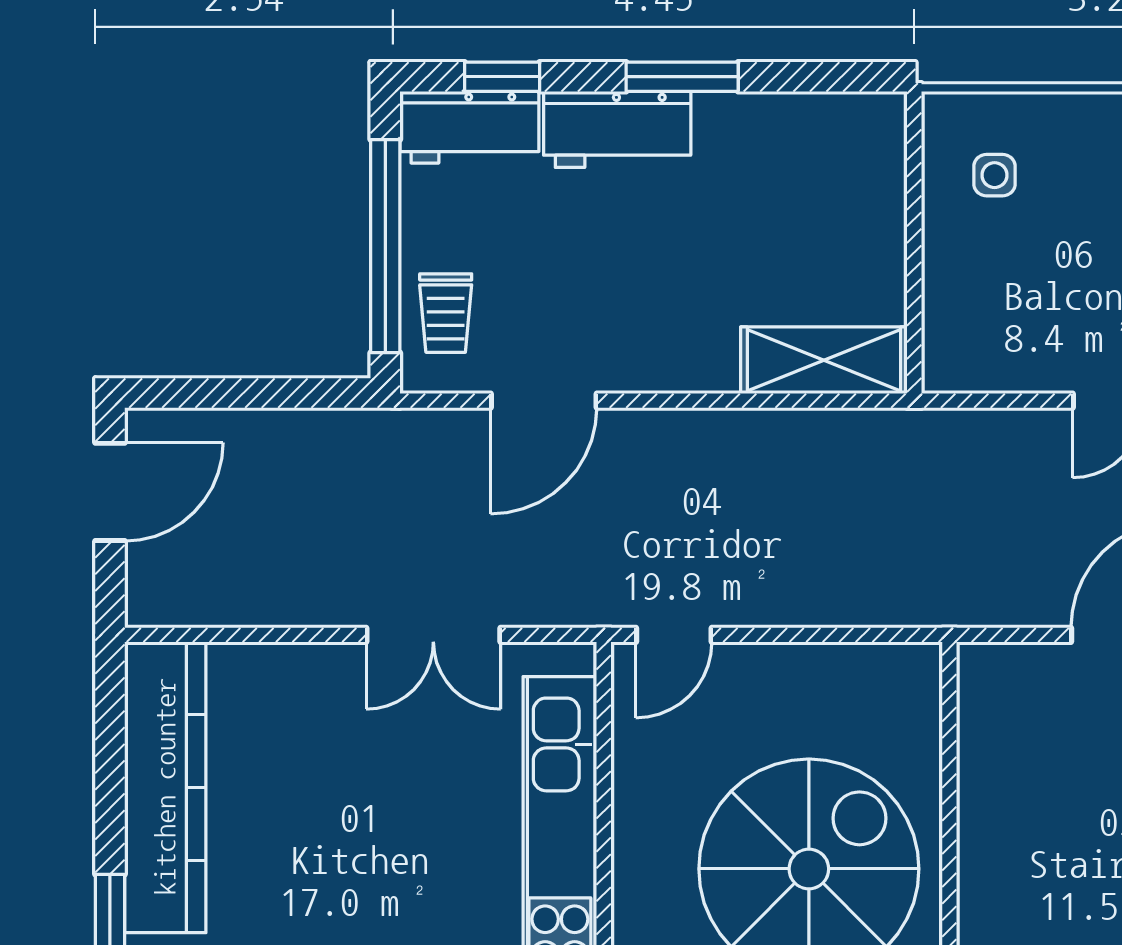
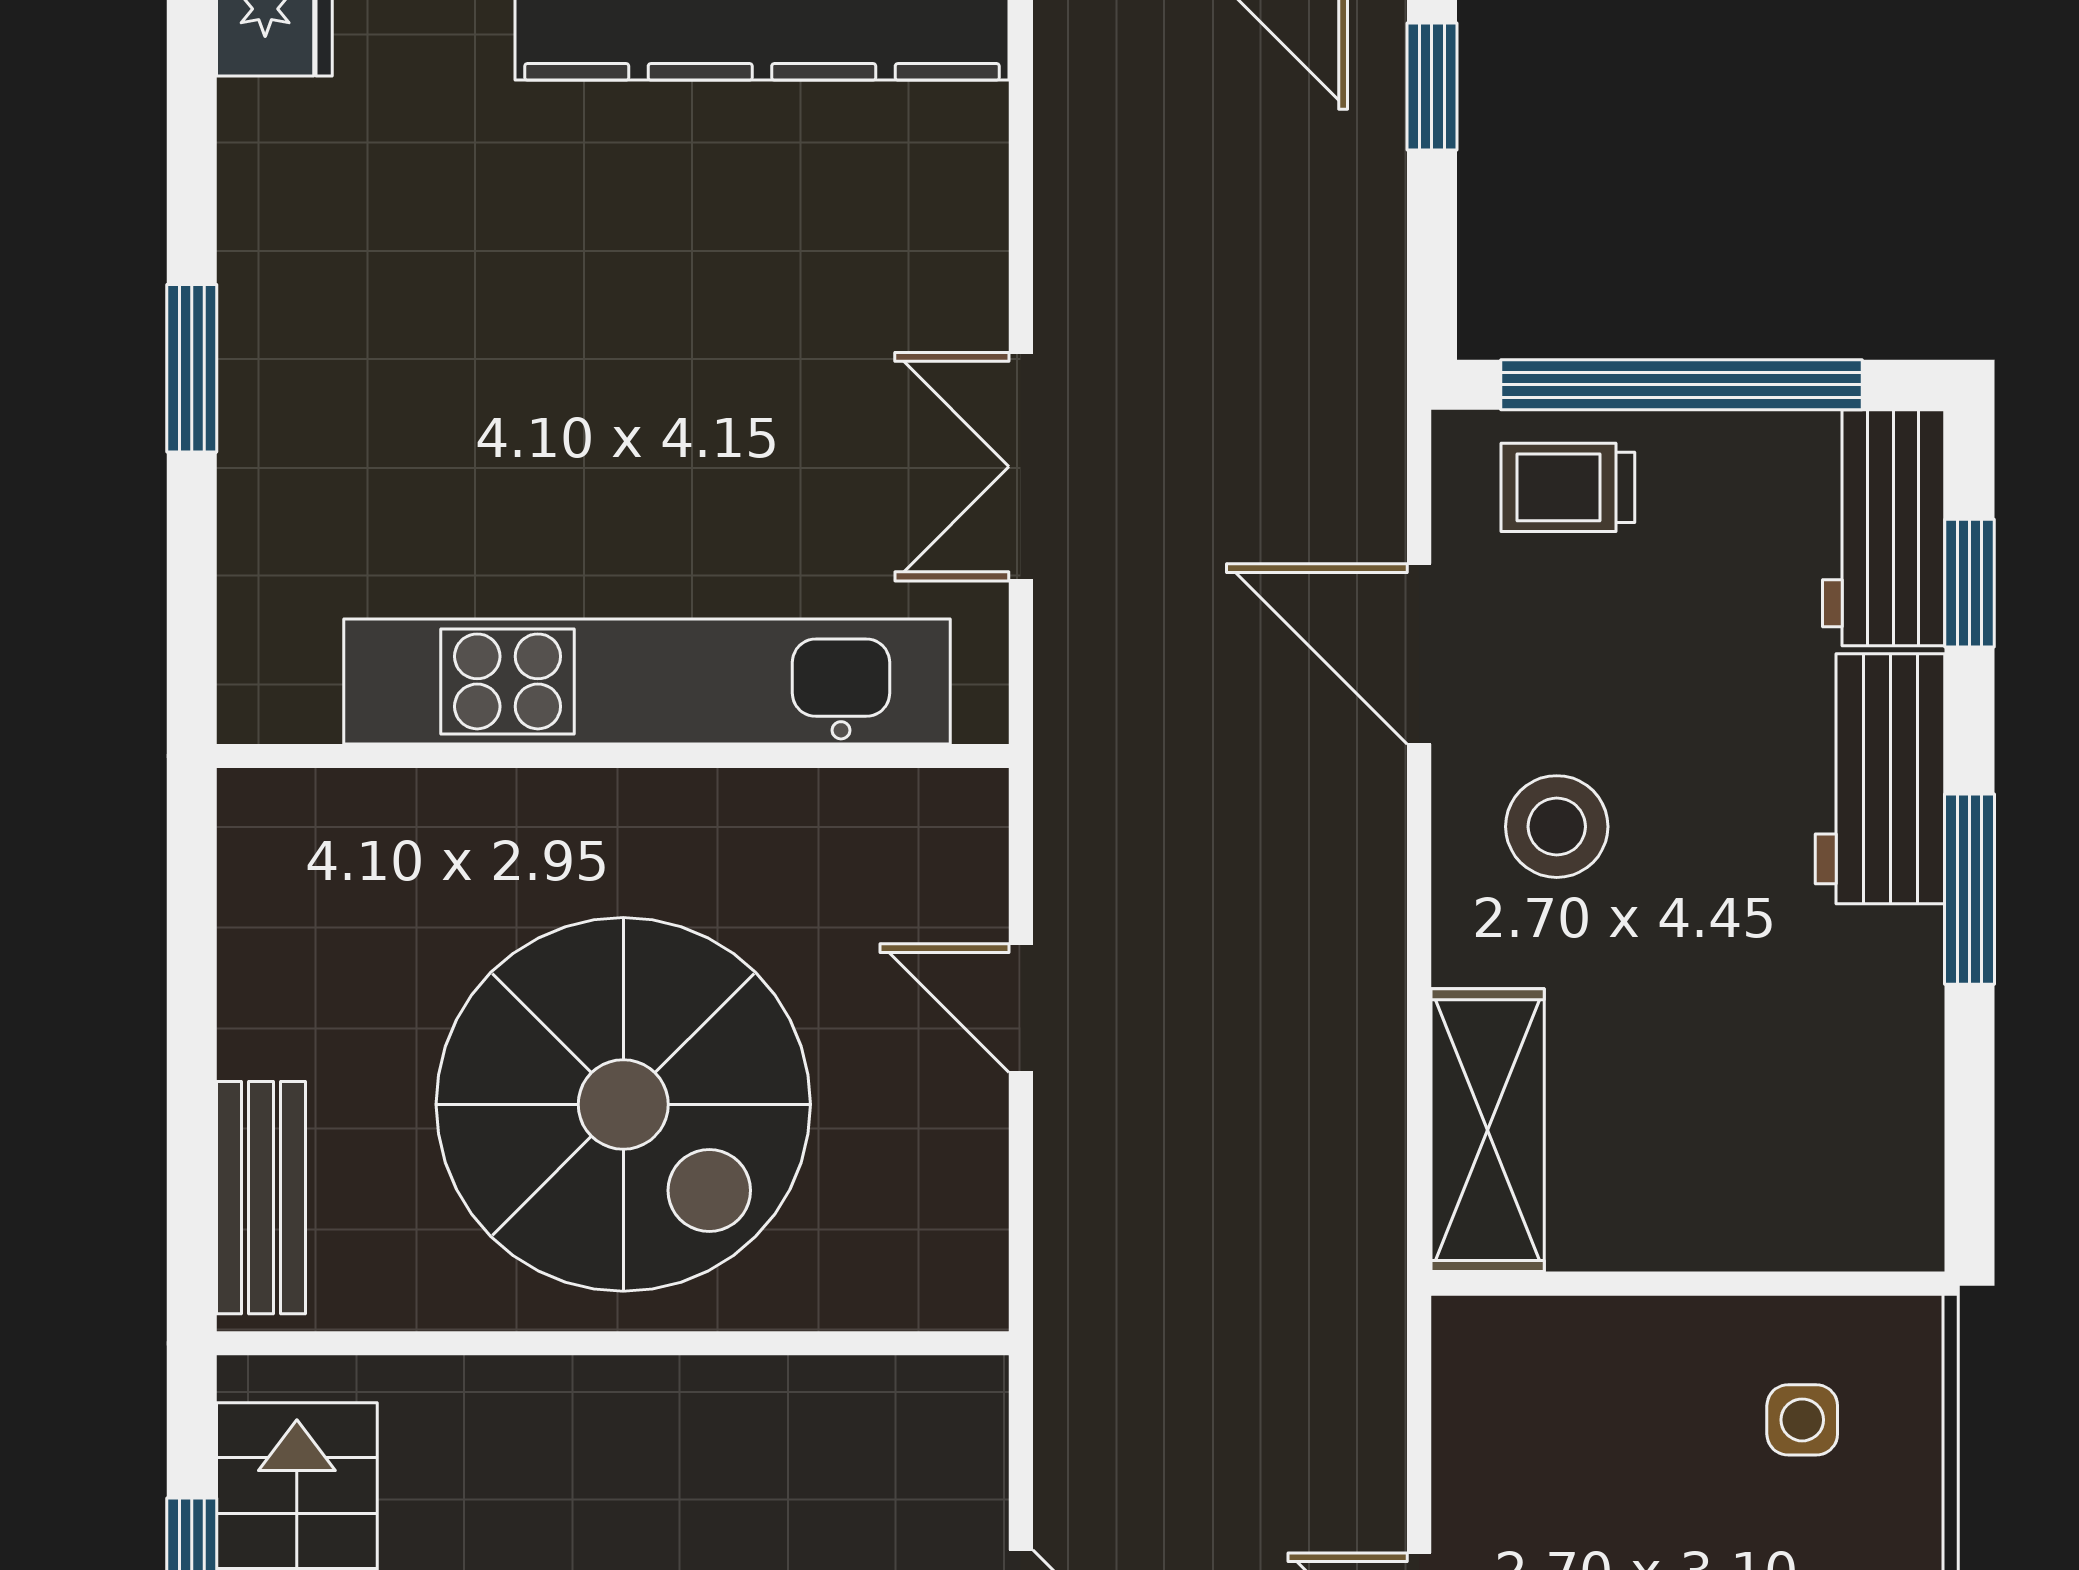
stool: (645, 320) -> (1557, 827), added
window: (210, 393) -> (1432, 86), added
door: (674, 635) -> (1021, 1008), moved

